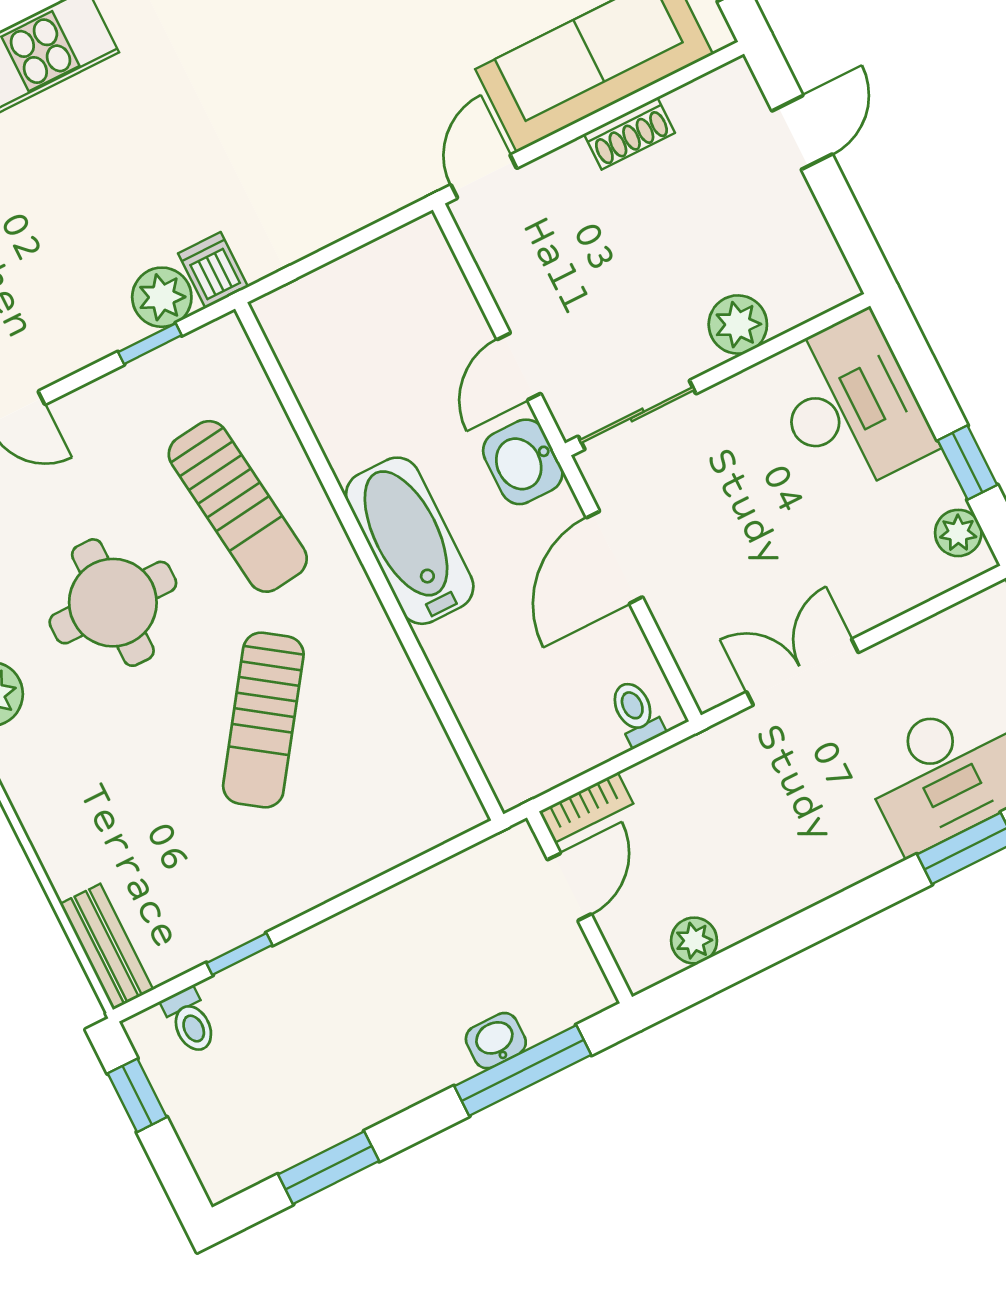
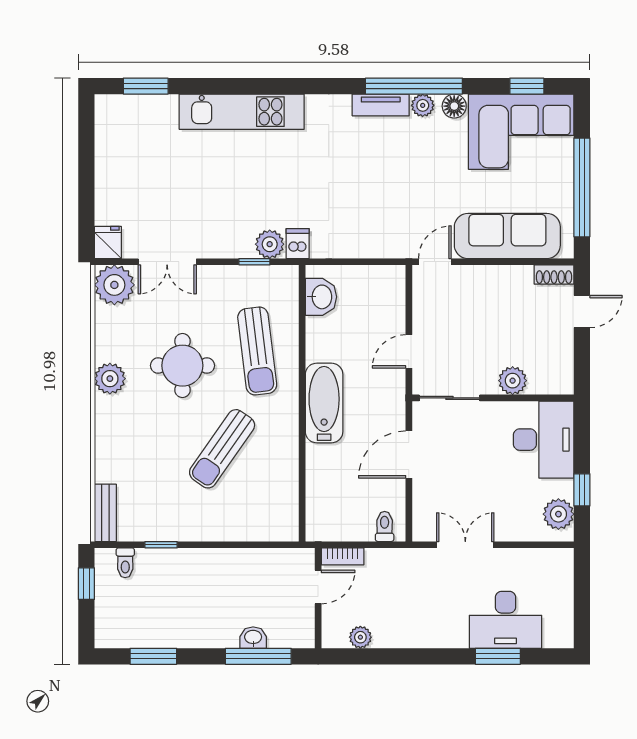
shoe rack: (629, 133) -> (554, 275), moved
washbasin: (523, 462) -> (321, 297), moved, turned 180
plant: (958, 533) -> (558, 514), width x1.38, depth x1.38

